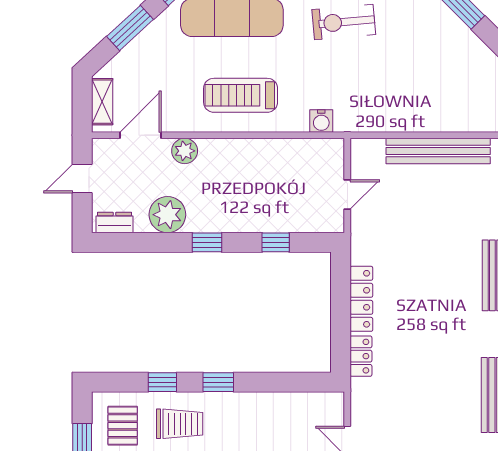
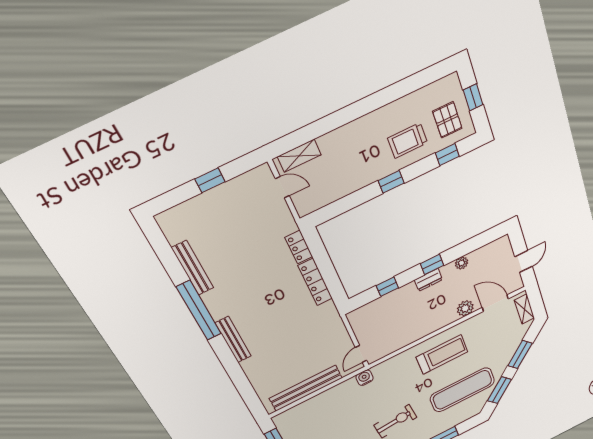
water cooler: (321, 121) -> (365, 378), moved
door: (141, 135) -> (495, 303), swing flipped
door: (347, 195) -> (361, 354), moved
plant: (167, 215) -> (462, 263), width x0.53, depth x0.53
dresser: (114, 222) -> (428, 280), moved
window: (162, 382) -> (447, 155), moved

